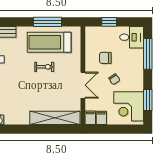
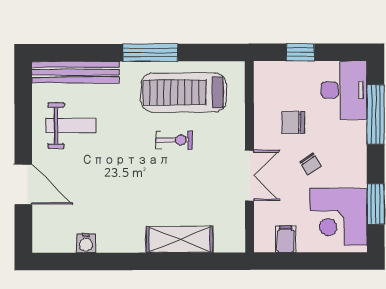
window: (48, 22) -> (150, 53), moved
desk: (132, 37) -> (344, 90), width x1.37
shelving: (55, 118) -> (180, 239), width x0.68
filing cabinet: (90, 118) -> (264, 239), removed

